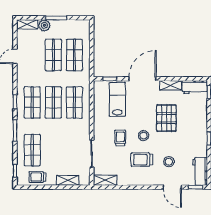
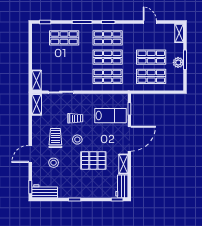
plant: (44, 25) -> (178, 62), moved
door: (143, 79) -> (129, 139), hinge flipped
trolley: (37, 177) -> (39, 43), removed
shelving: (68, 180) -> (36, 80), moved
door: (172, 187) -> (30, 154), moved

